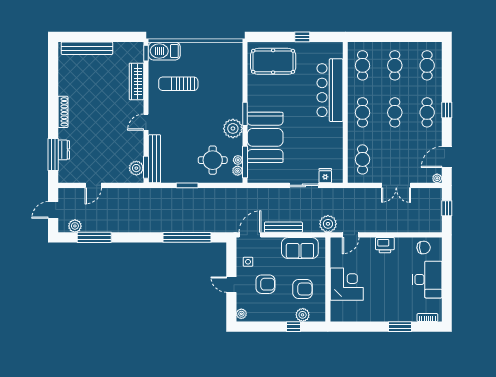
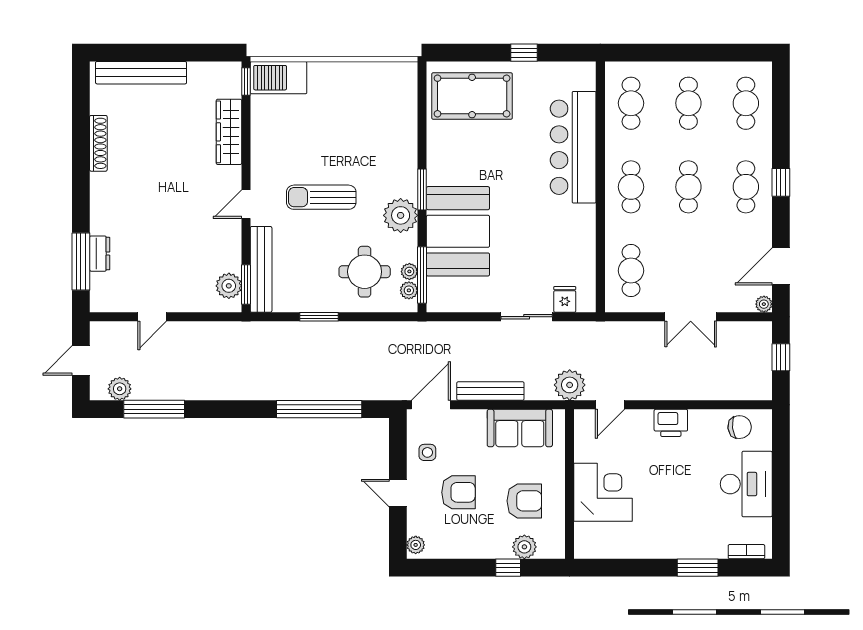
sun lounger: (178, 84) -> (321, 197), moved
shoe rack: (63, 112) -> (98, 143), moved

